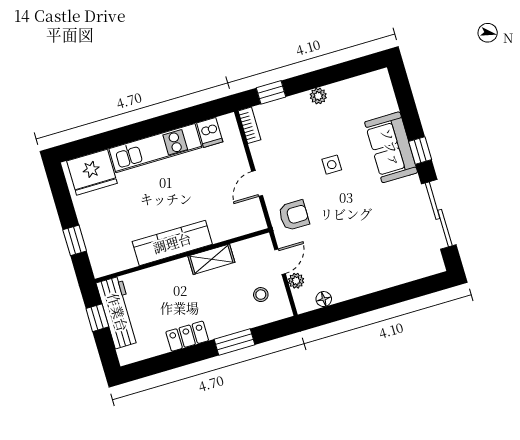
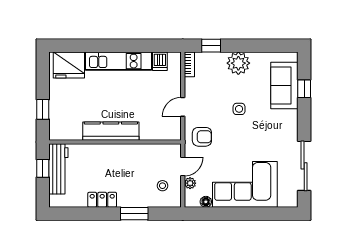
plant: (318, 96) -> (238, 63), width x1.87, depth x1.87
sofa: (391, 147) -> (284, 86), moved
window: (420, 151) -> (304, 89), moved
shelving: (211, 259) -> (135, 151), removed
corner sofa: (368, 261) -> (245, 184), added

